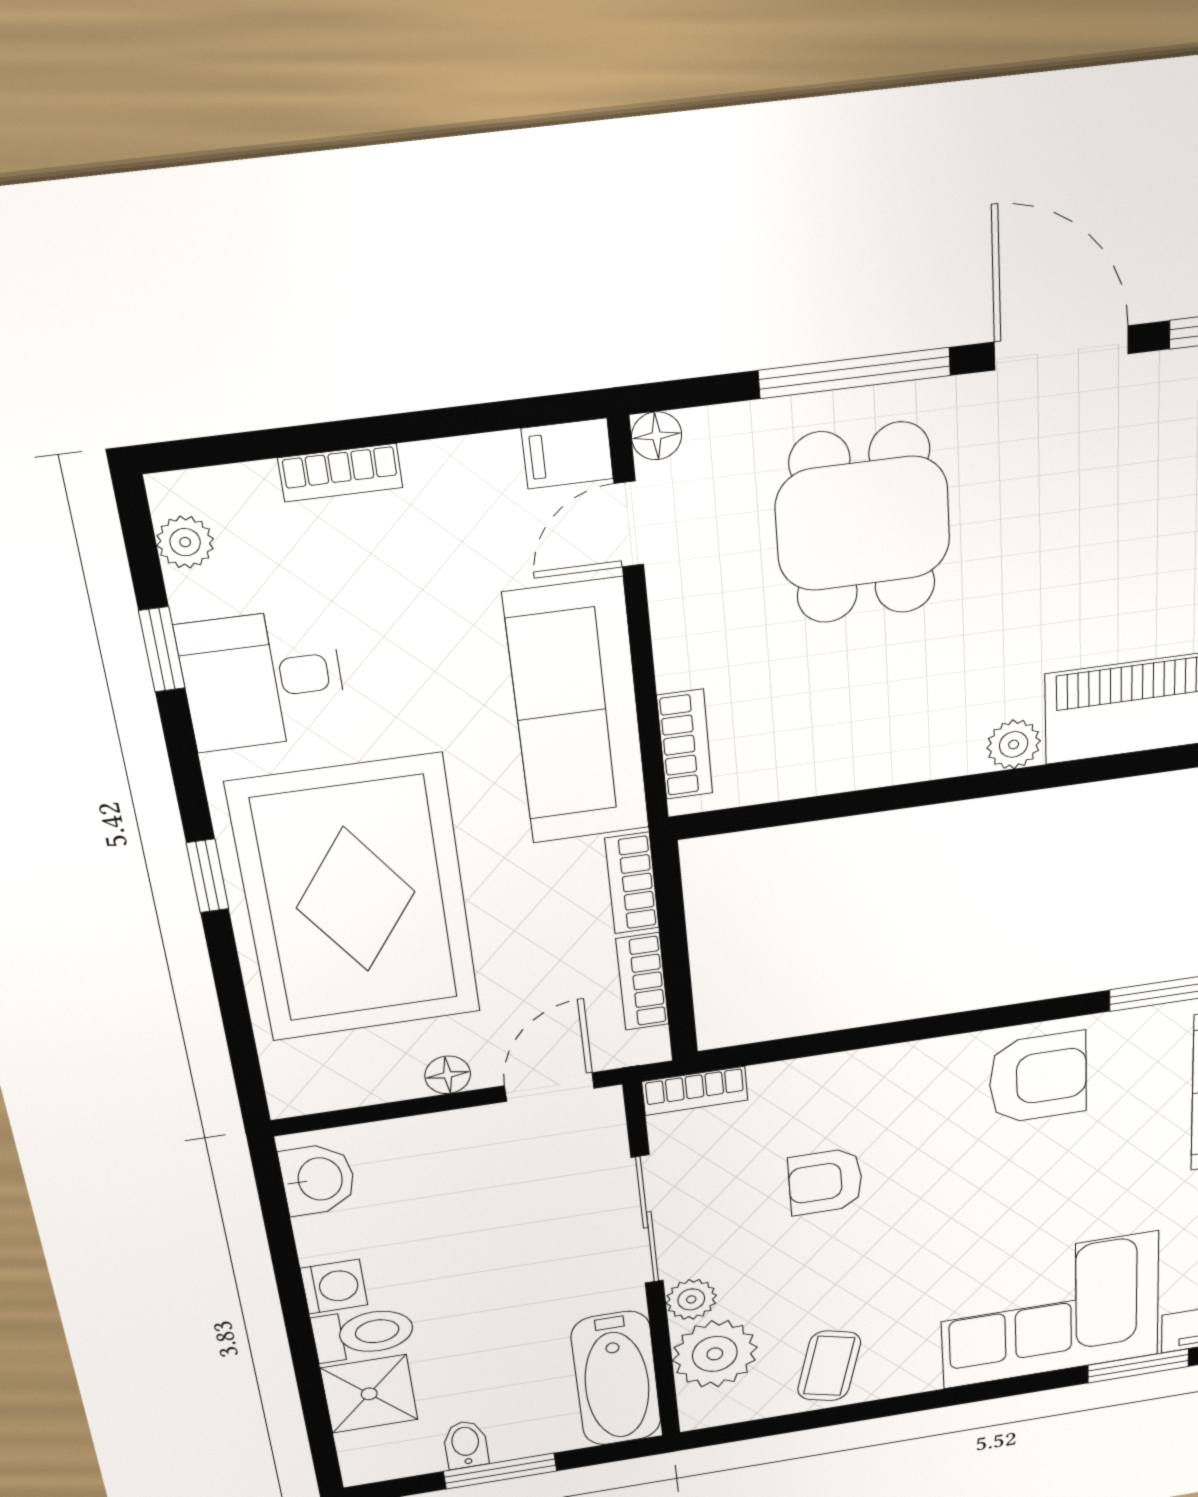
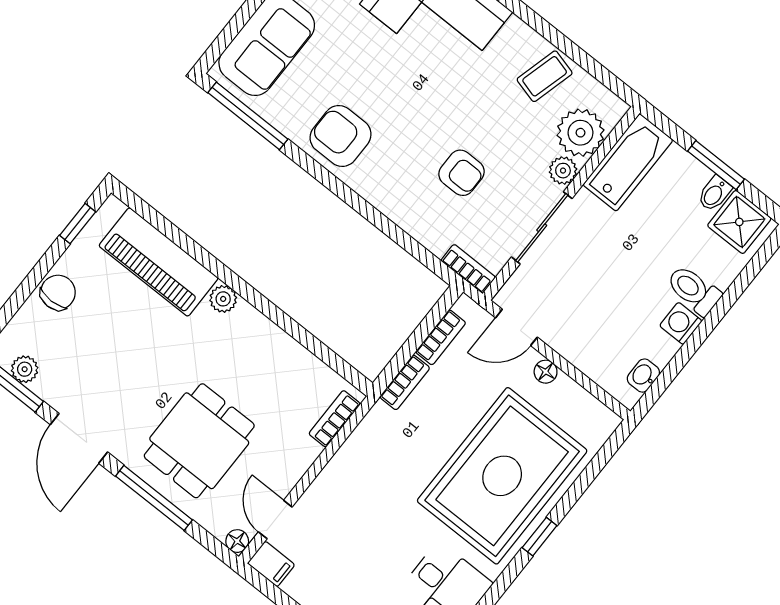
door: (629, 524) -> (275, 519), swing flipped
sofa: (577, 713) -> (358, 469), removed
washbasin: (318, 1179) -> (643, 376), width x0.72, depth x0.69
shower: (369, 1394) -> (739, 222), moved

